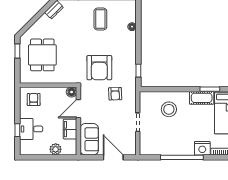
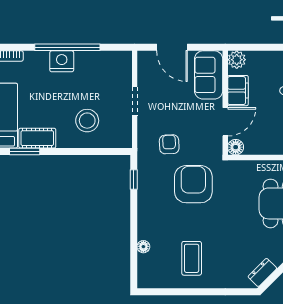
nightstand: (202, 148) -> (62, 61), moved
plant: (56, 149) -> (237, 60), moved

